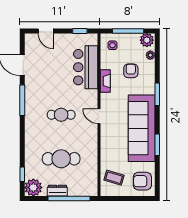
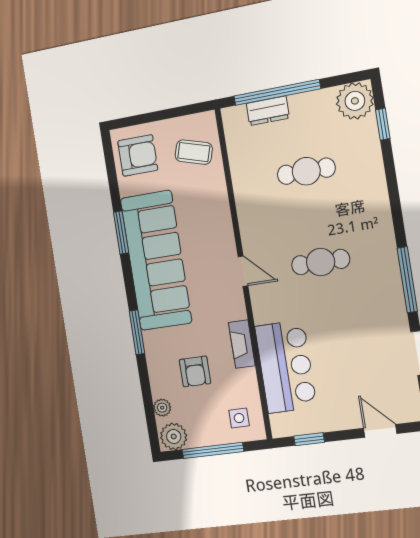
cafe table: (61, 159) -> (306, 171), width x0.73, depth x0.74
dresser: (57, 191) -> (268, 111), moved

